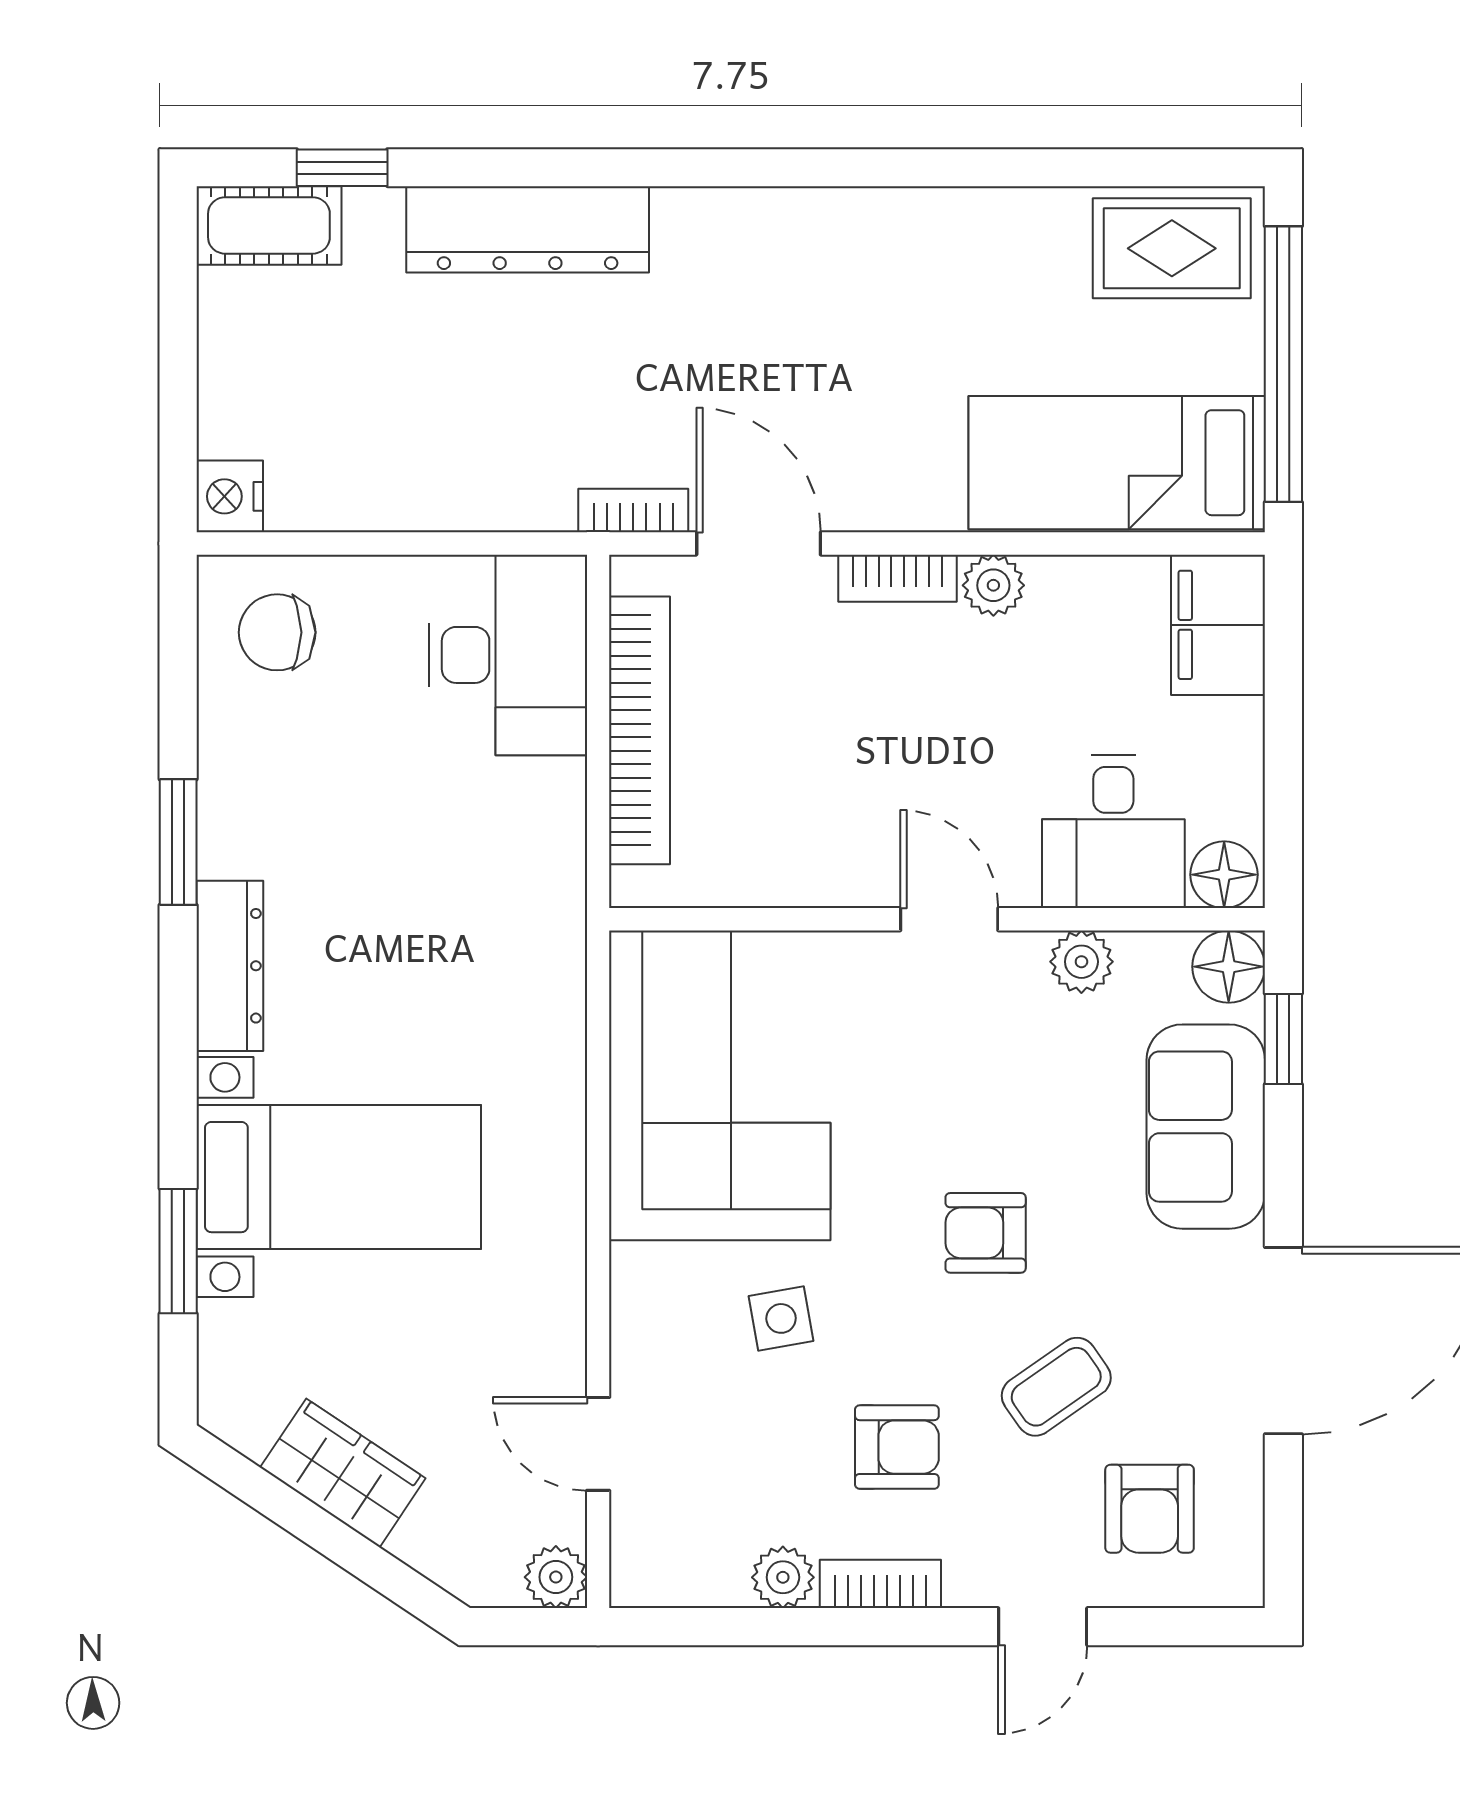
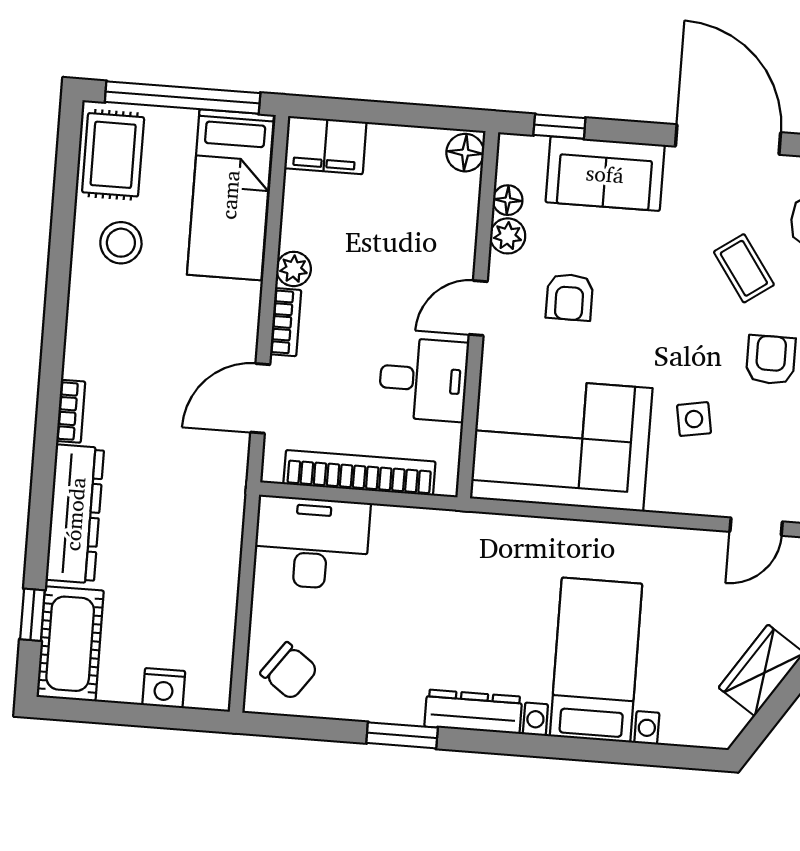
cot: (269, 225) -> (70, 644), width x1.37, depth x1.34
stool: (1016, 274) -> (121, 243), added
nightstand: (230, 496) -> (164, 688), moved
bookcase: (633, 511) -> (71, 411), moved, turned 180
chair: (277, 632) -> (289, 671), turned -54
desk: (1113, 831) -> (423, 379), moved
floor lamp: (1229, 967) -> (508, 200), moved, width x0.73, depth x0.73
armchair: (986, 1233) -> (569, 297), moved
window: (178, 1251) -> (630, 753), removed

